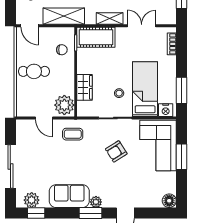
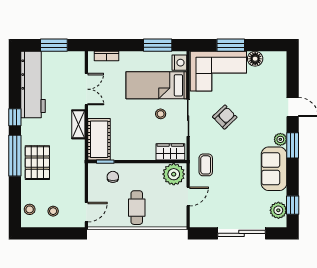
shelving: (64, 16) -> (76, 175), removed
double door: (142, 26) -> (86, 89), swing flipped
wardrobe: (85, 87) -> (170, 152), moved
armchair: (116, 151) -> (225, 117), turned -102
floor lamp: (169, 201) -> (255, 59), moved

